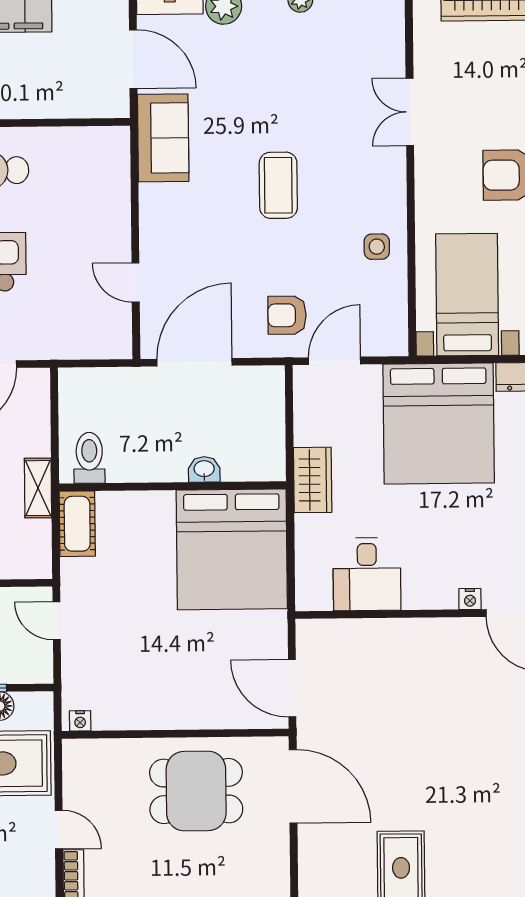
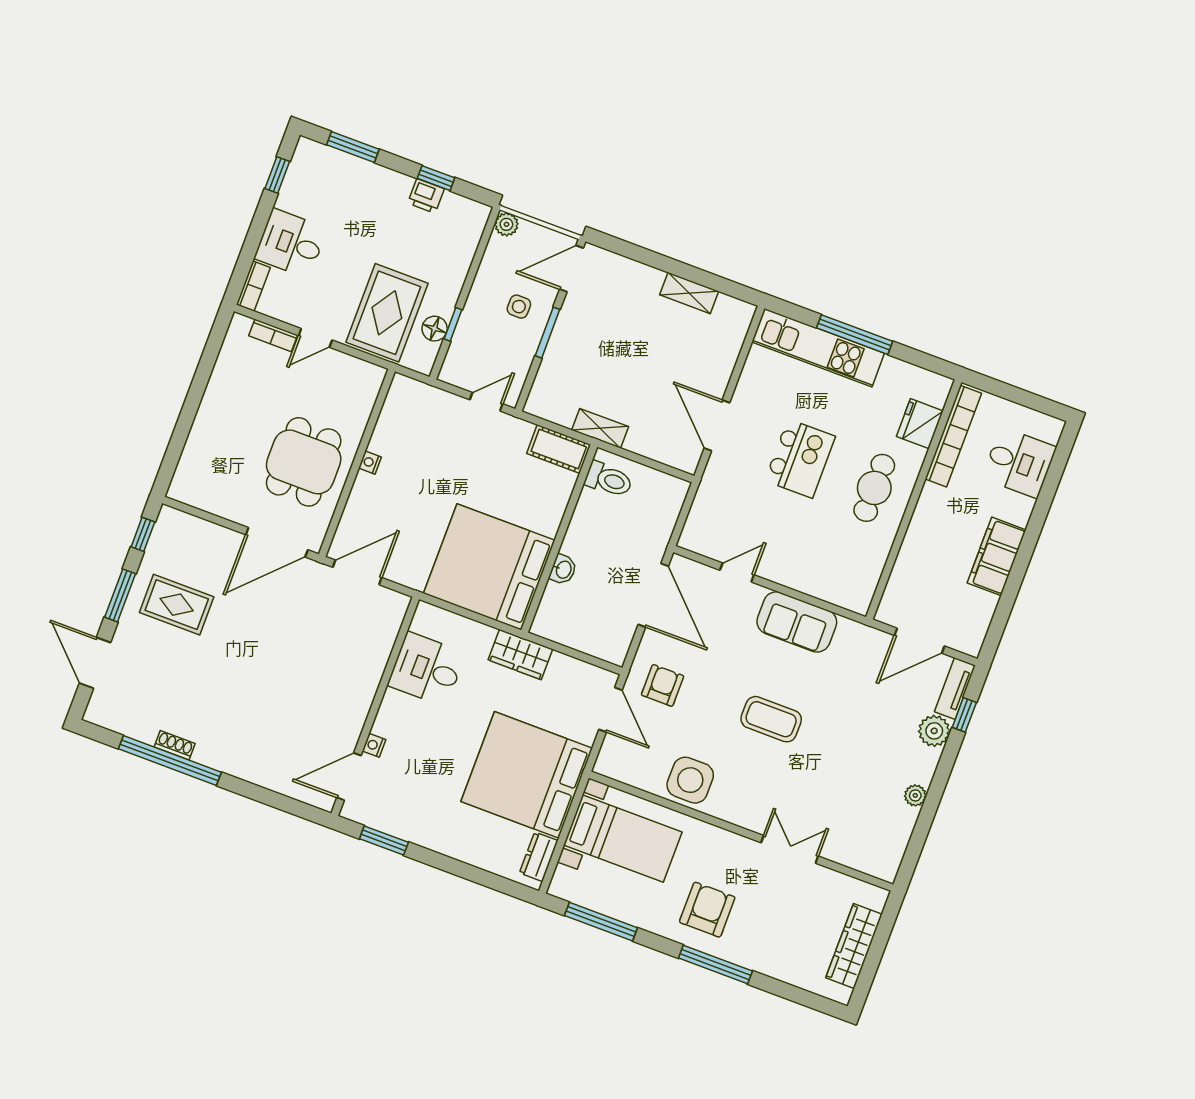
sofa: (163, 138) -> (797, 622), moved
side table: (377, 247) -> (690, 780), width x1.87, depth x1.87
nightstand: (80, 721) -> (370, 462), moved

